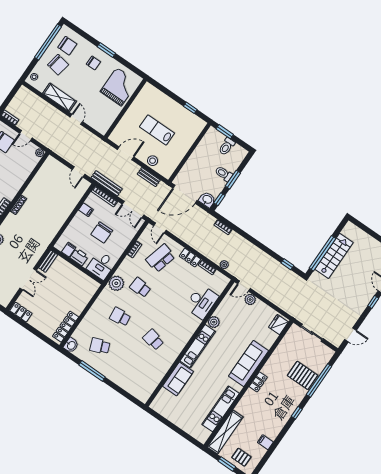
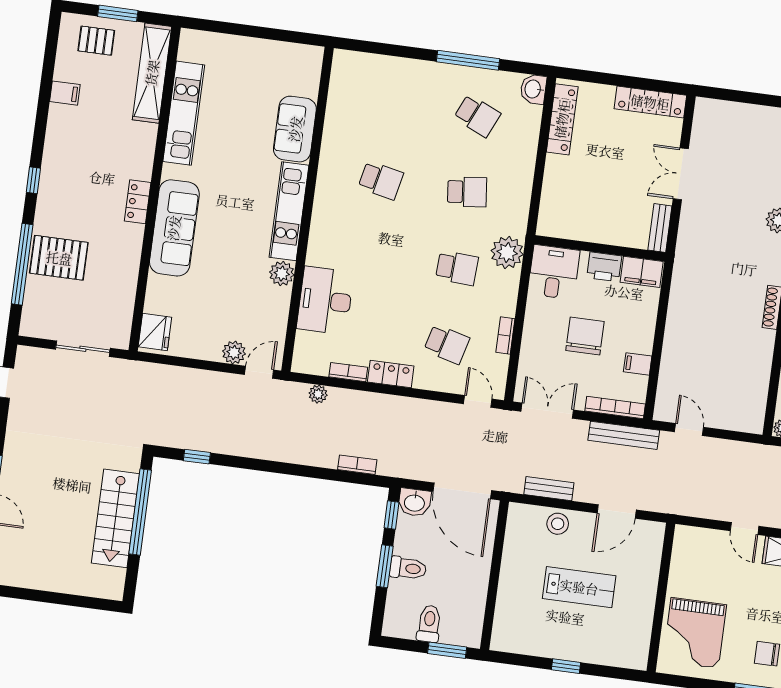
window: (190, 108) -> (566, 666), moved
door: (185, 194) -> (462, 491), swing flipped
filing cabinet: (69, 250) -> (642, 272), width x2.00
school desk: (161, 258) -> (447, 344), width x0.54
locker: (21, 312) -> (650, 102), width x1.53
school desk: (100, 346) -> (477, 116), turned 45

